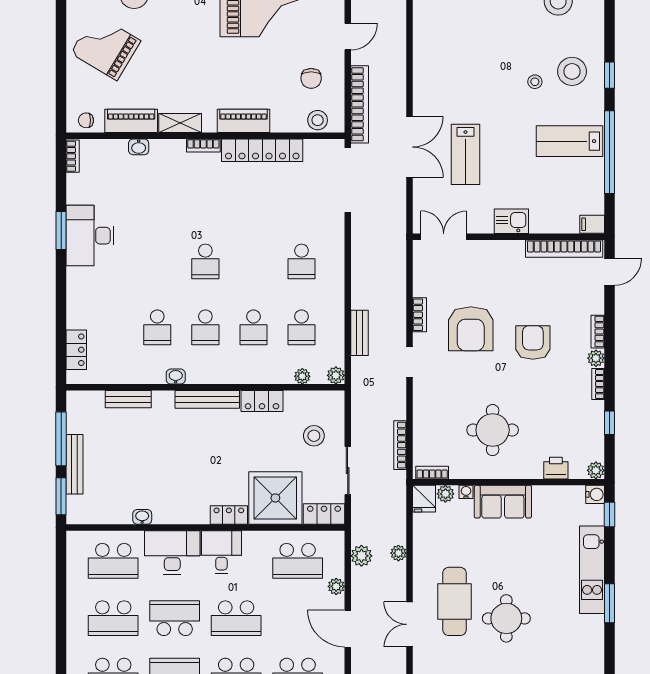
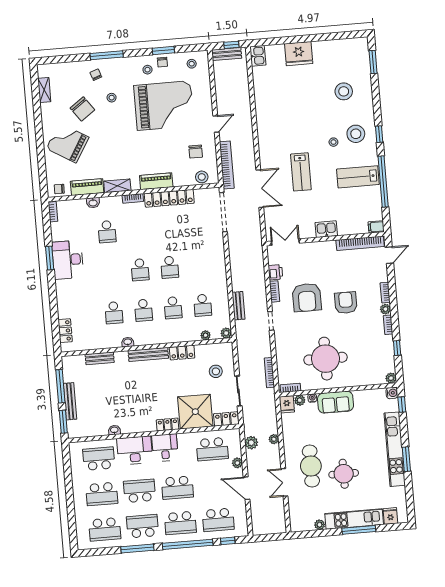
lab bench: (465, 154) -> (301, 172), moved
school desk: (157, 196) -> (107, 232), added
school desk: (302, 261) -> (170, 267), moved
round table: (493, 430) -> (325, 359), width x1.36, depth x1.36
printer: (556, 468) -> (275, 272), moved, turned 90
school desk: (113, 561) -> (99, 459), turned 180
kitchen unit: (592, 570) -> (395, 449), width x1.36

